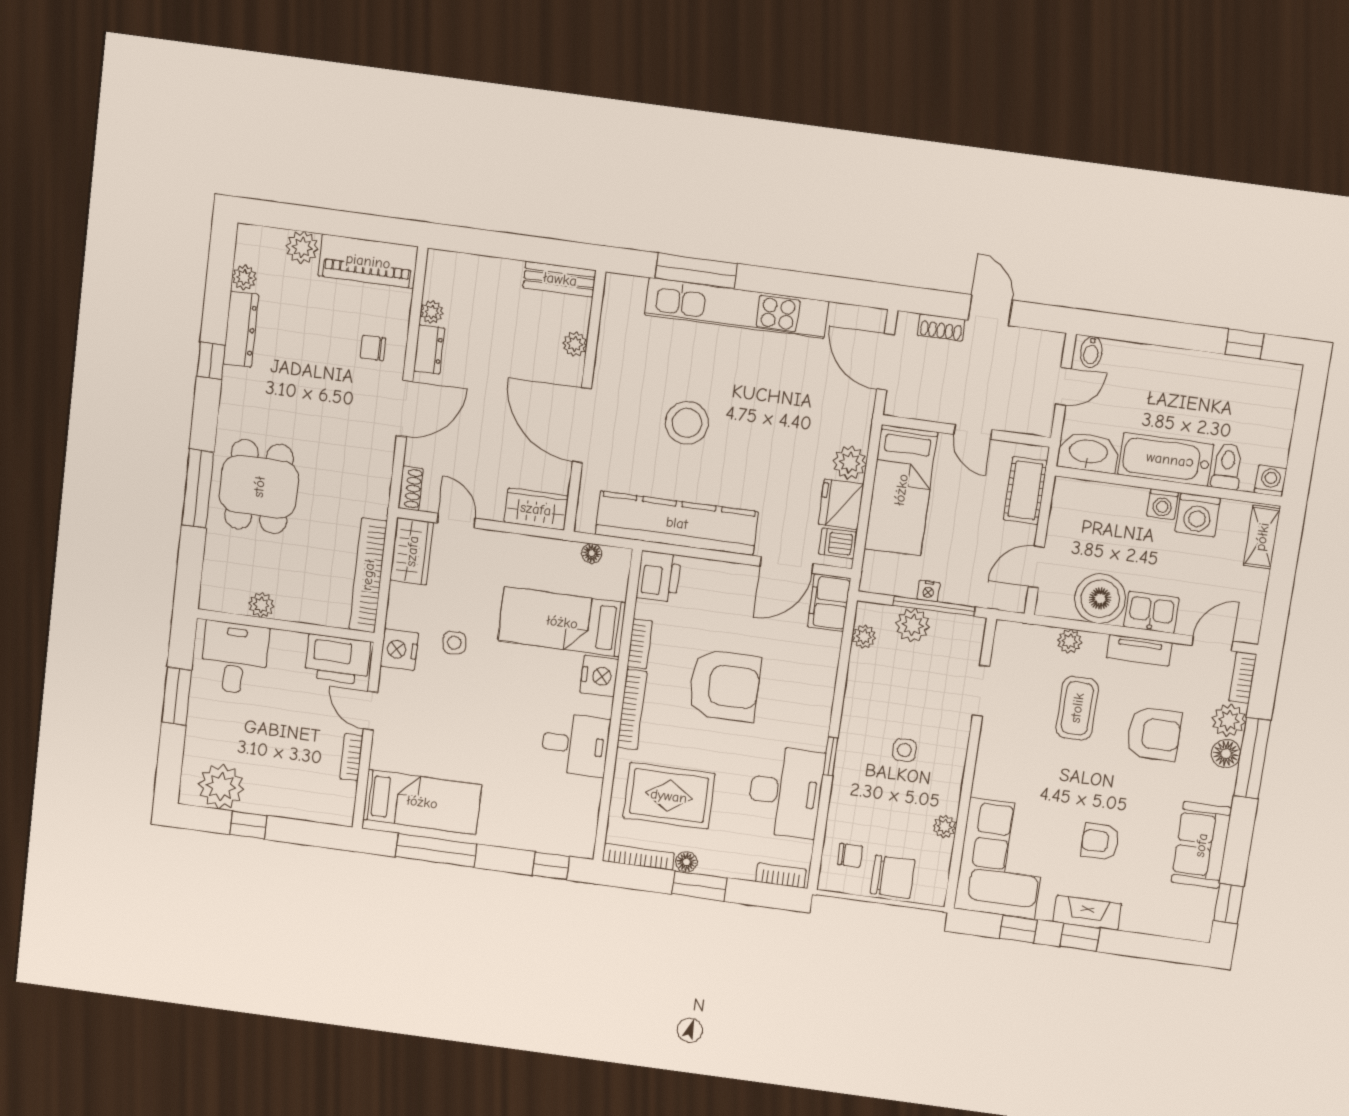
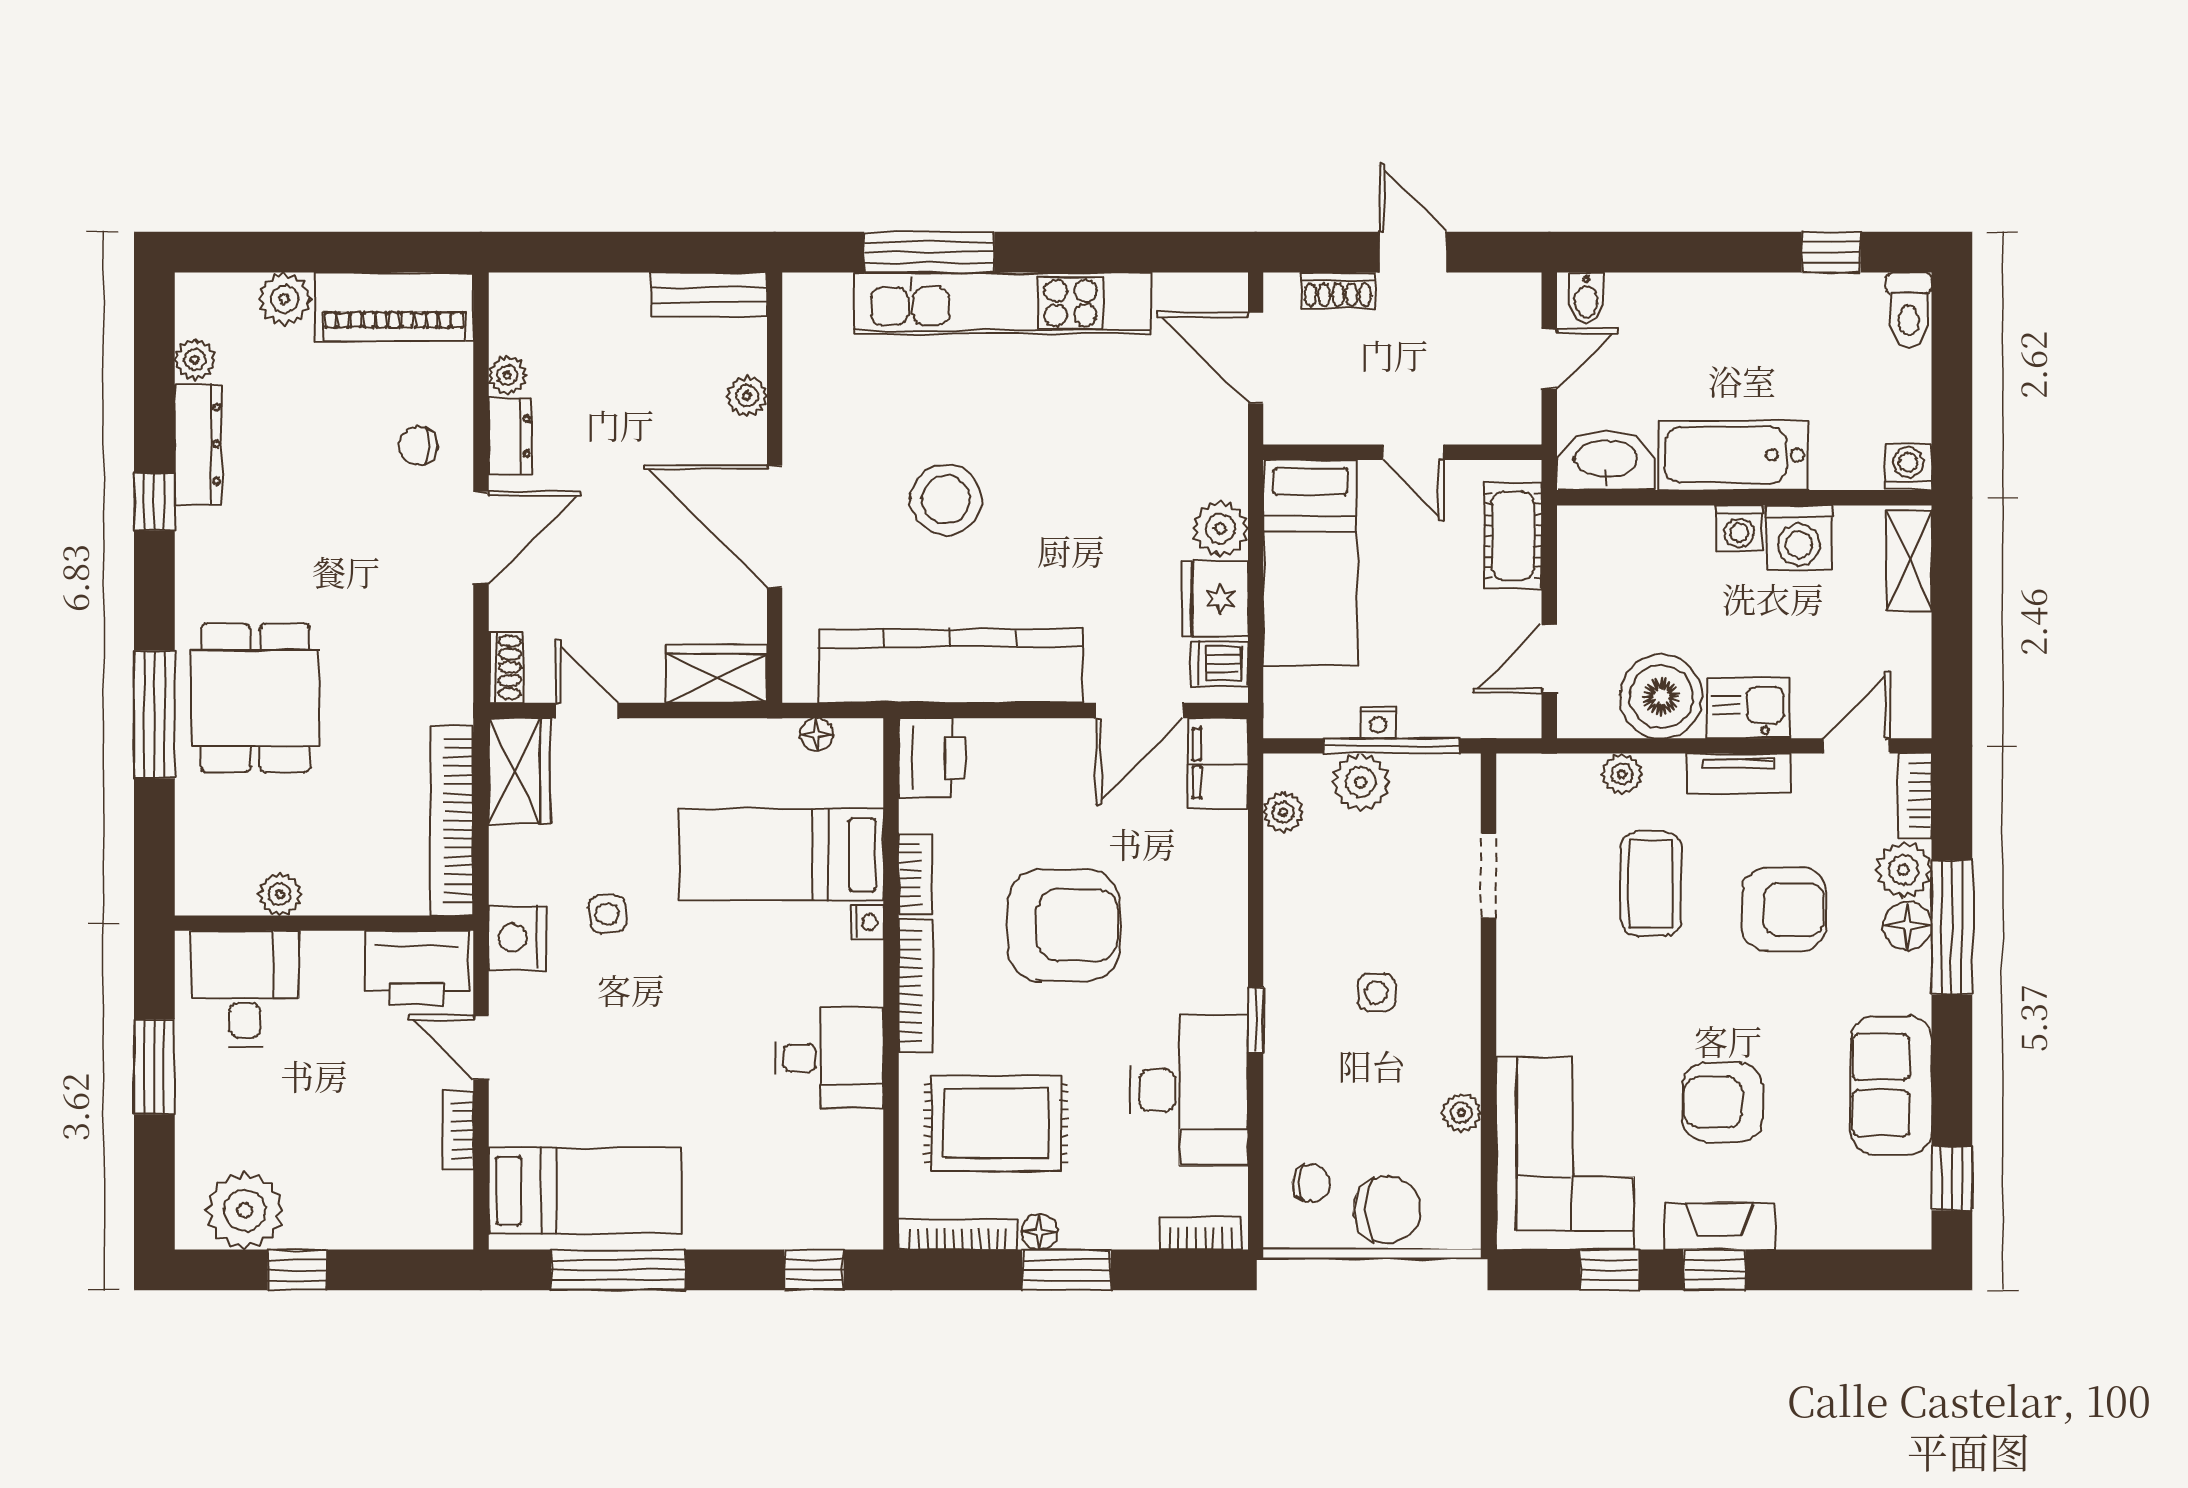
toilet: (1227, 466) -> (1909, 310), moved, turned 180
nightstand: (599, 676) -> (867, 922), width x0.53, depth x0.56
armchair: (1100, 841) -> (1723, 1102), width x1.38, depth x1.38

